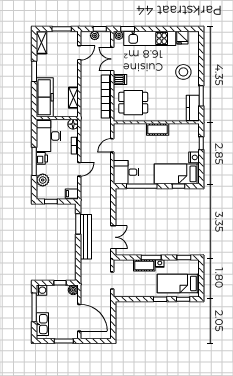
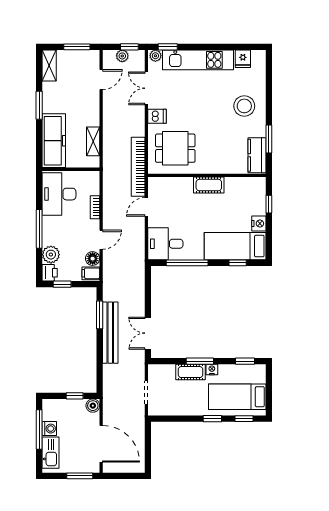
bookcase: (106, 96) -> (138, 167), moved
floor lamp: (73, 124) -> (93, 259), moved
printer: (42, 158) -> (50, 273), moved
double door: (113, 237) -> (148, 333), swing flipped
washing machine: (42, 290) -> (49, 429), moved

